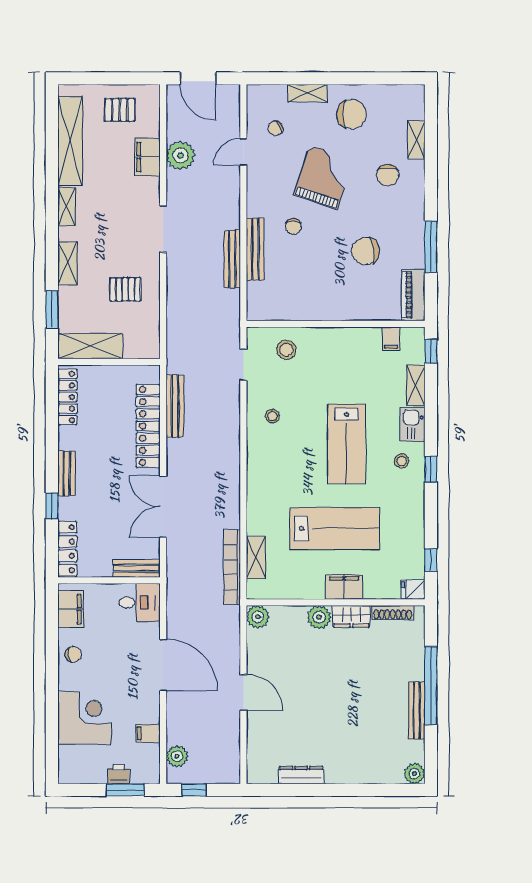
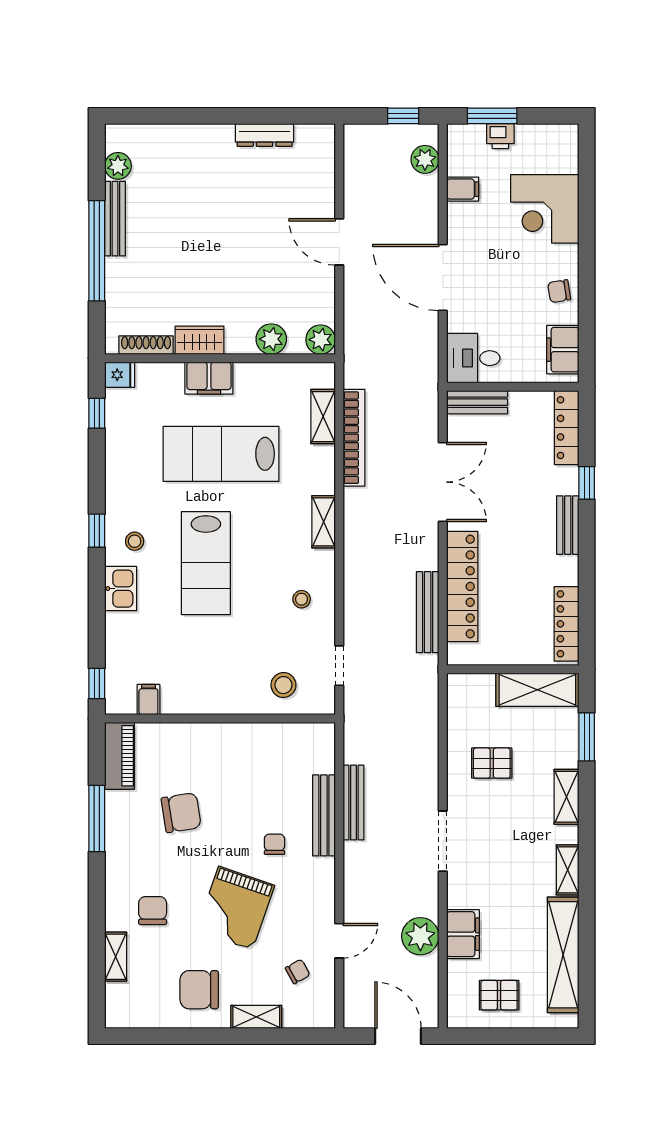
shelving: (416, 385) -> (324, 522), moved
lab bench: (346, 444) -> (206, 563), turned 180
bookcase: (232, 567) -> (354, 438), moved
plant: (319, 617) -> (271, 339), moved
plant: (414, 774) -> (118, 166), moved

